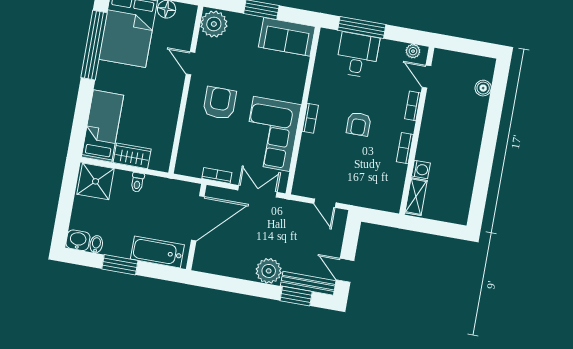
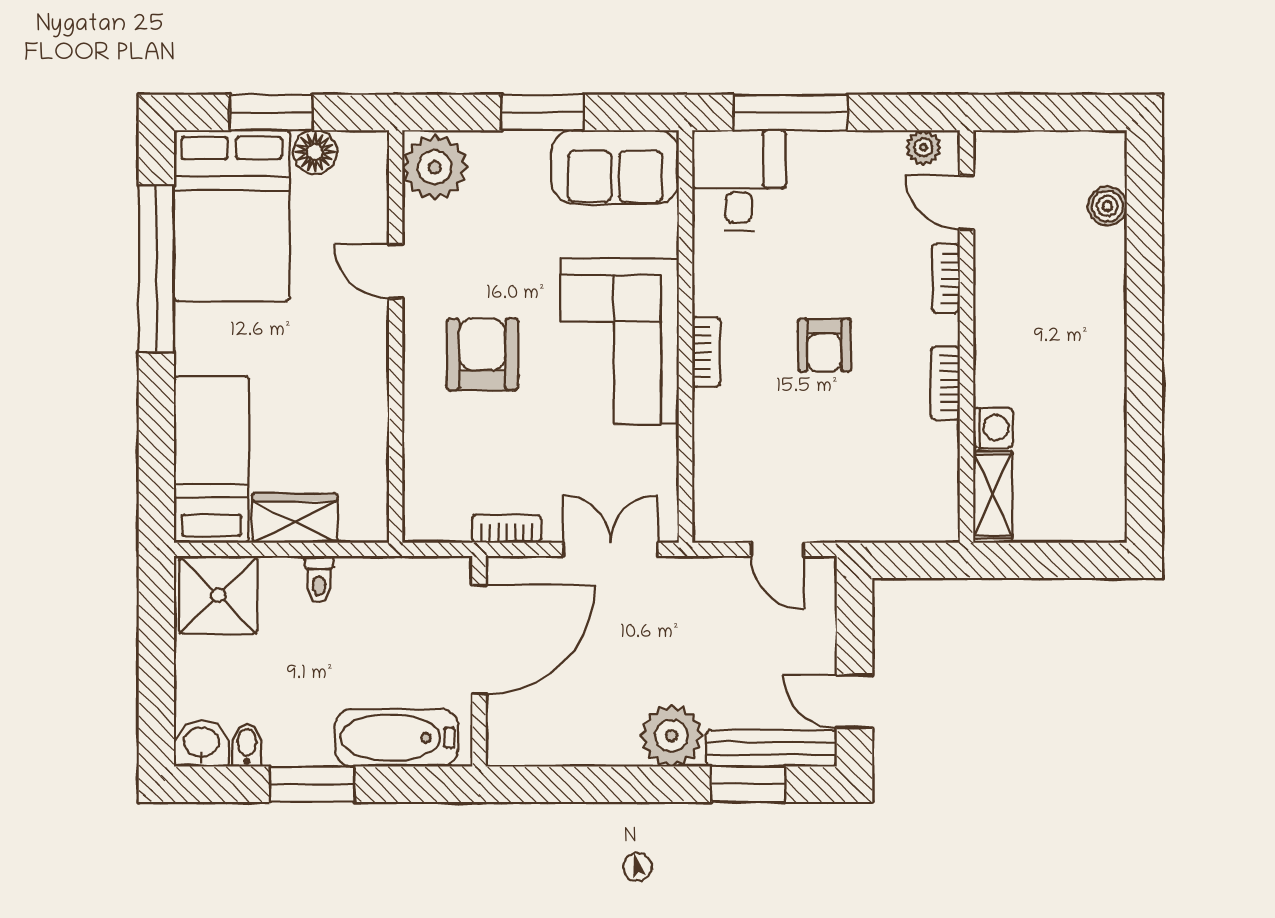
desk: (358, 55) -> (739, 180), moved
corner sofa: (271, 134) -> (620, 341), moved

